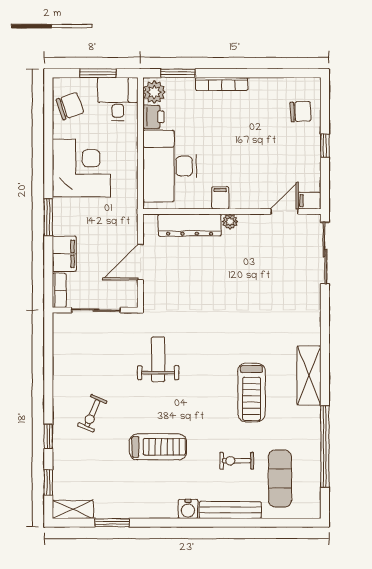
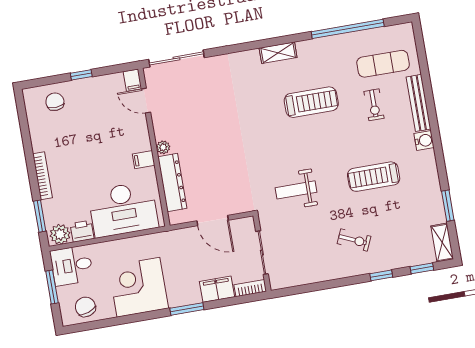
shelving: (309, 375) -> (278, 53), width x0.67, depth x0.75
treadmill: (158, 447) -> (374, 177), turned -90

